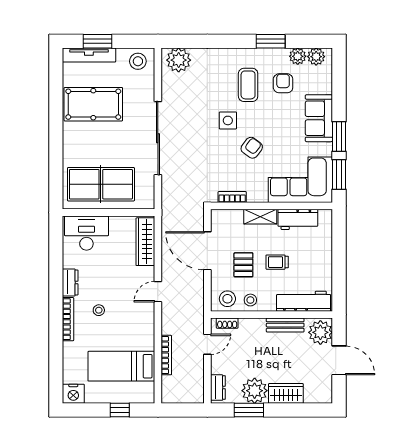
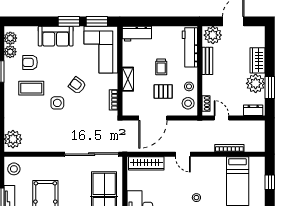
sliding door: (158, 138) -> (92, 154), moved
workbench: (298, 219) -> (137, 34), moved, turned 90

